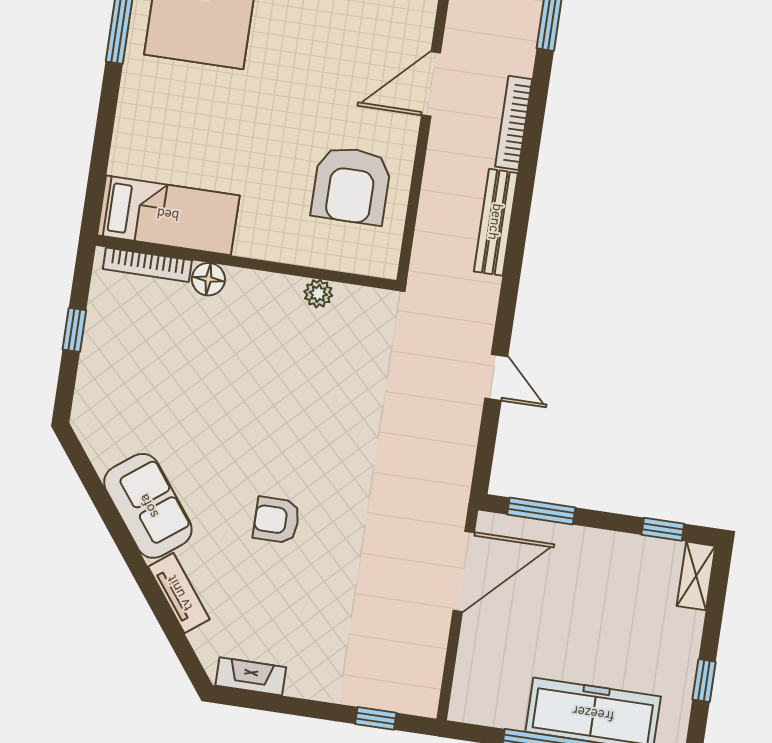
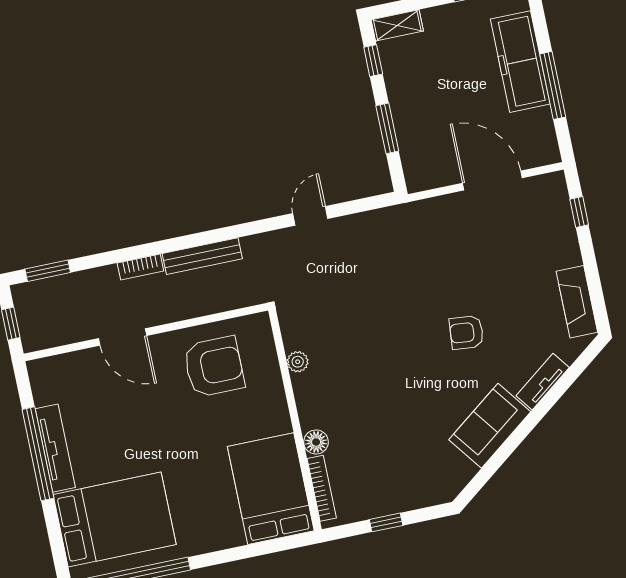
bookcase: (514, 123) -> (140, 267), width x0.64
bed: (168, 215) -> (271, 489), width x1.50
window: (541, 511) -> (387, 128), moved
armchair: (276, 520) -> (466, 332), turned 95
door: (464, 571) -> (492, 181), moved
fireplace: (251, 676) -> (577, 302), width x1.37, depth x1.32

